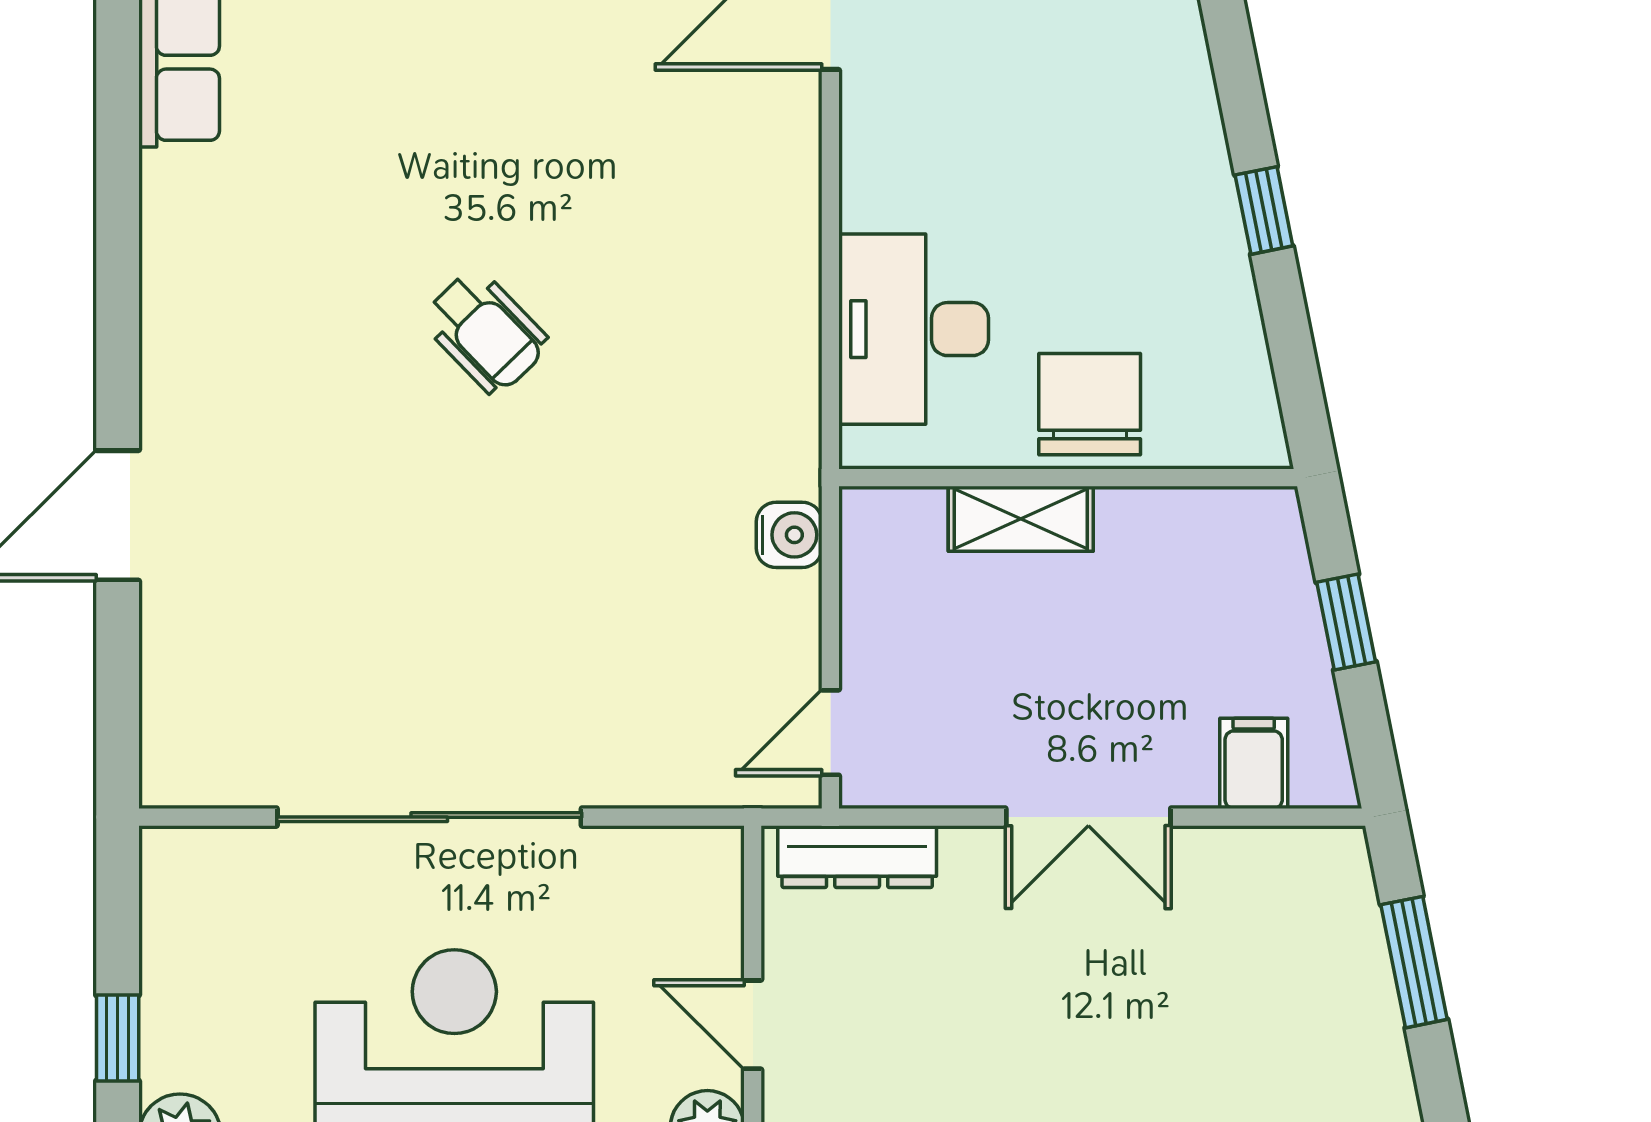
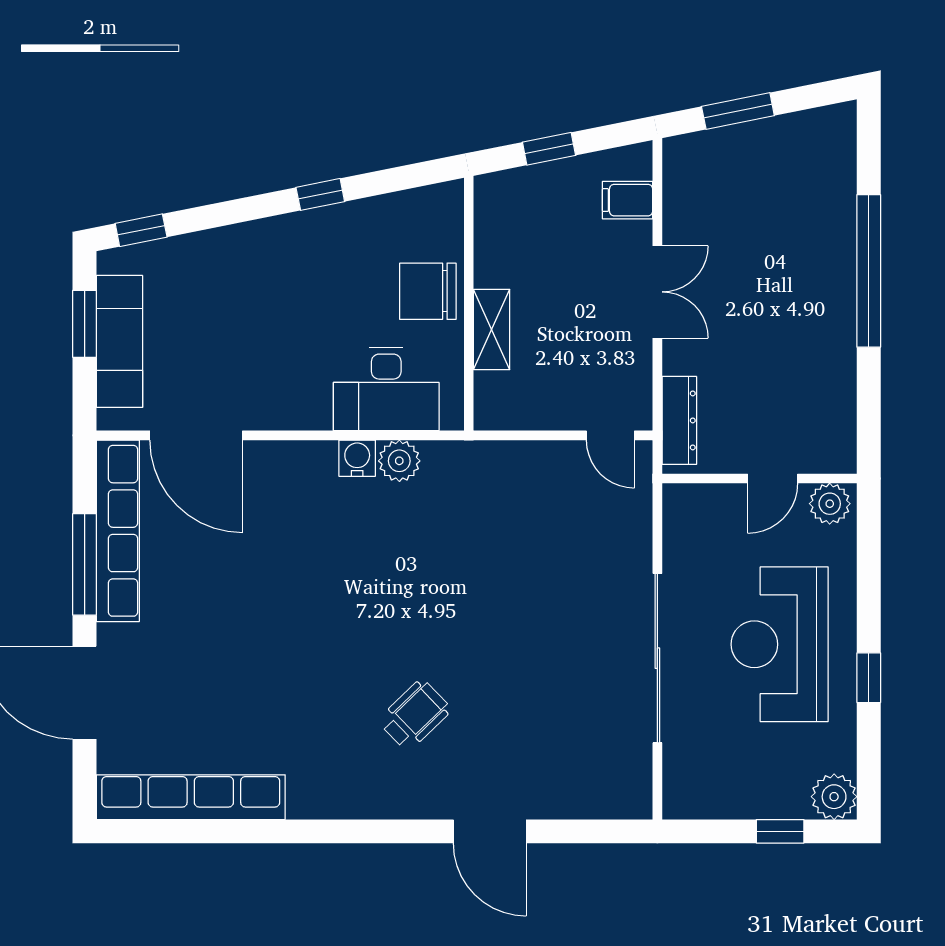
wheelchair: (485, 332) -> (415, 715), moved
plant: (784, 353) -> (399, 461), added
water cooler: (789, 535) -> (357, 458), moved

